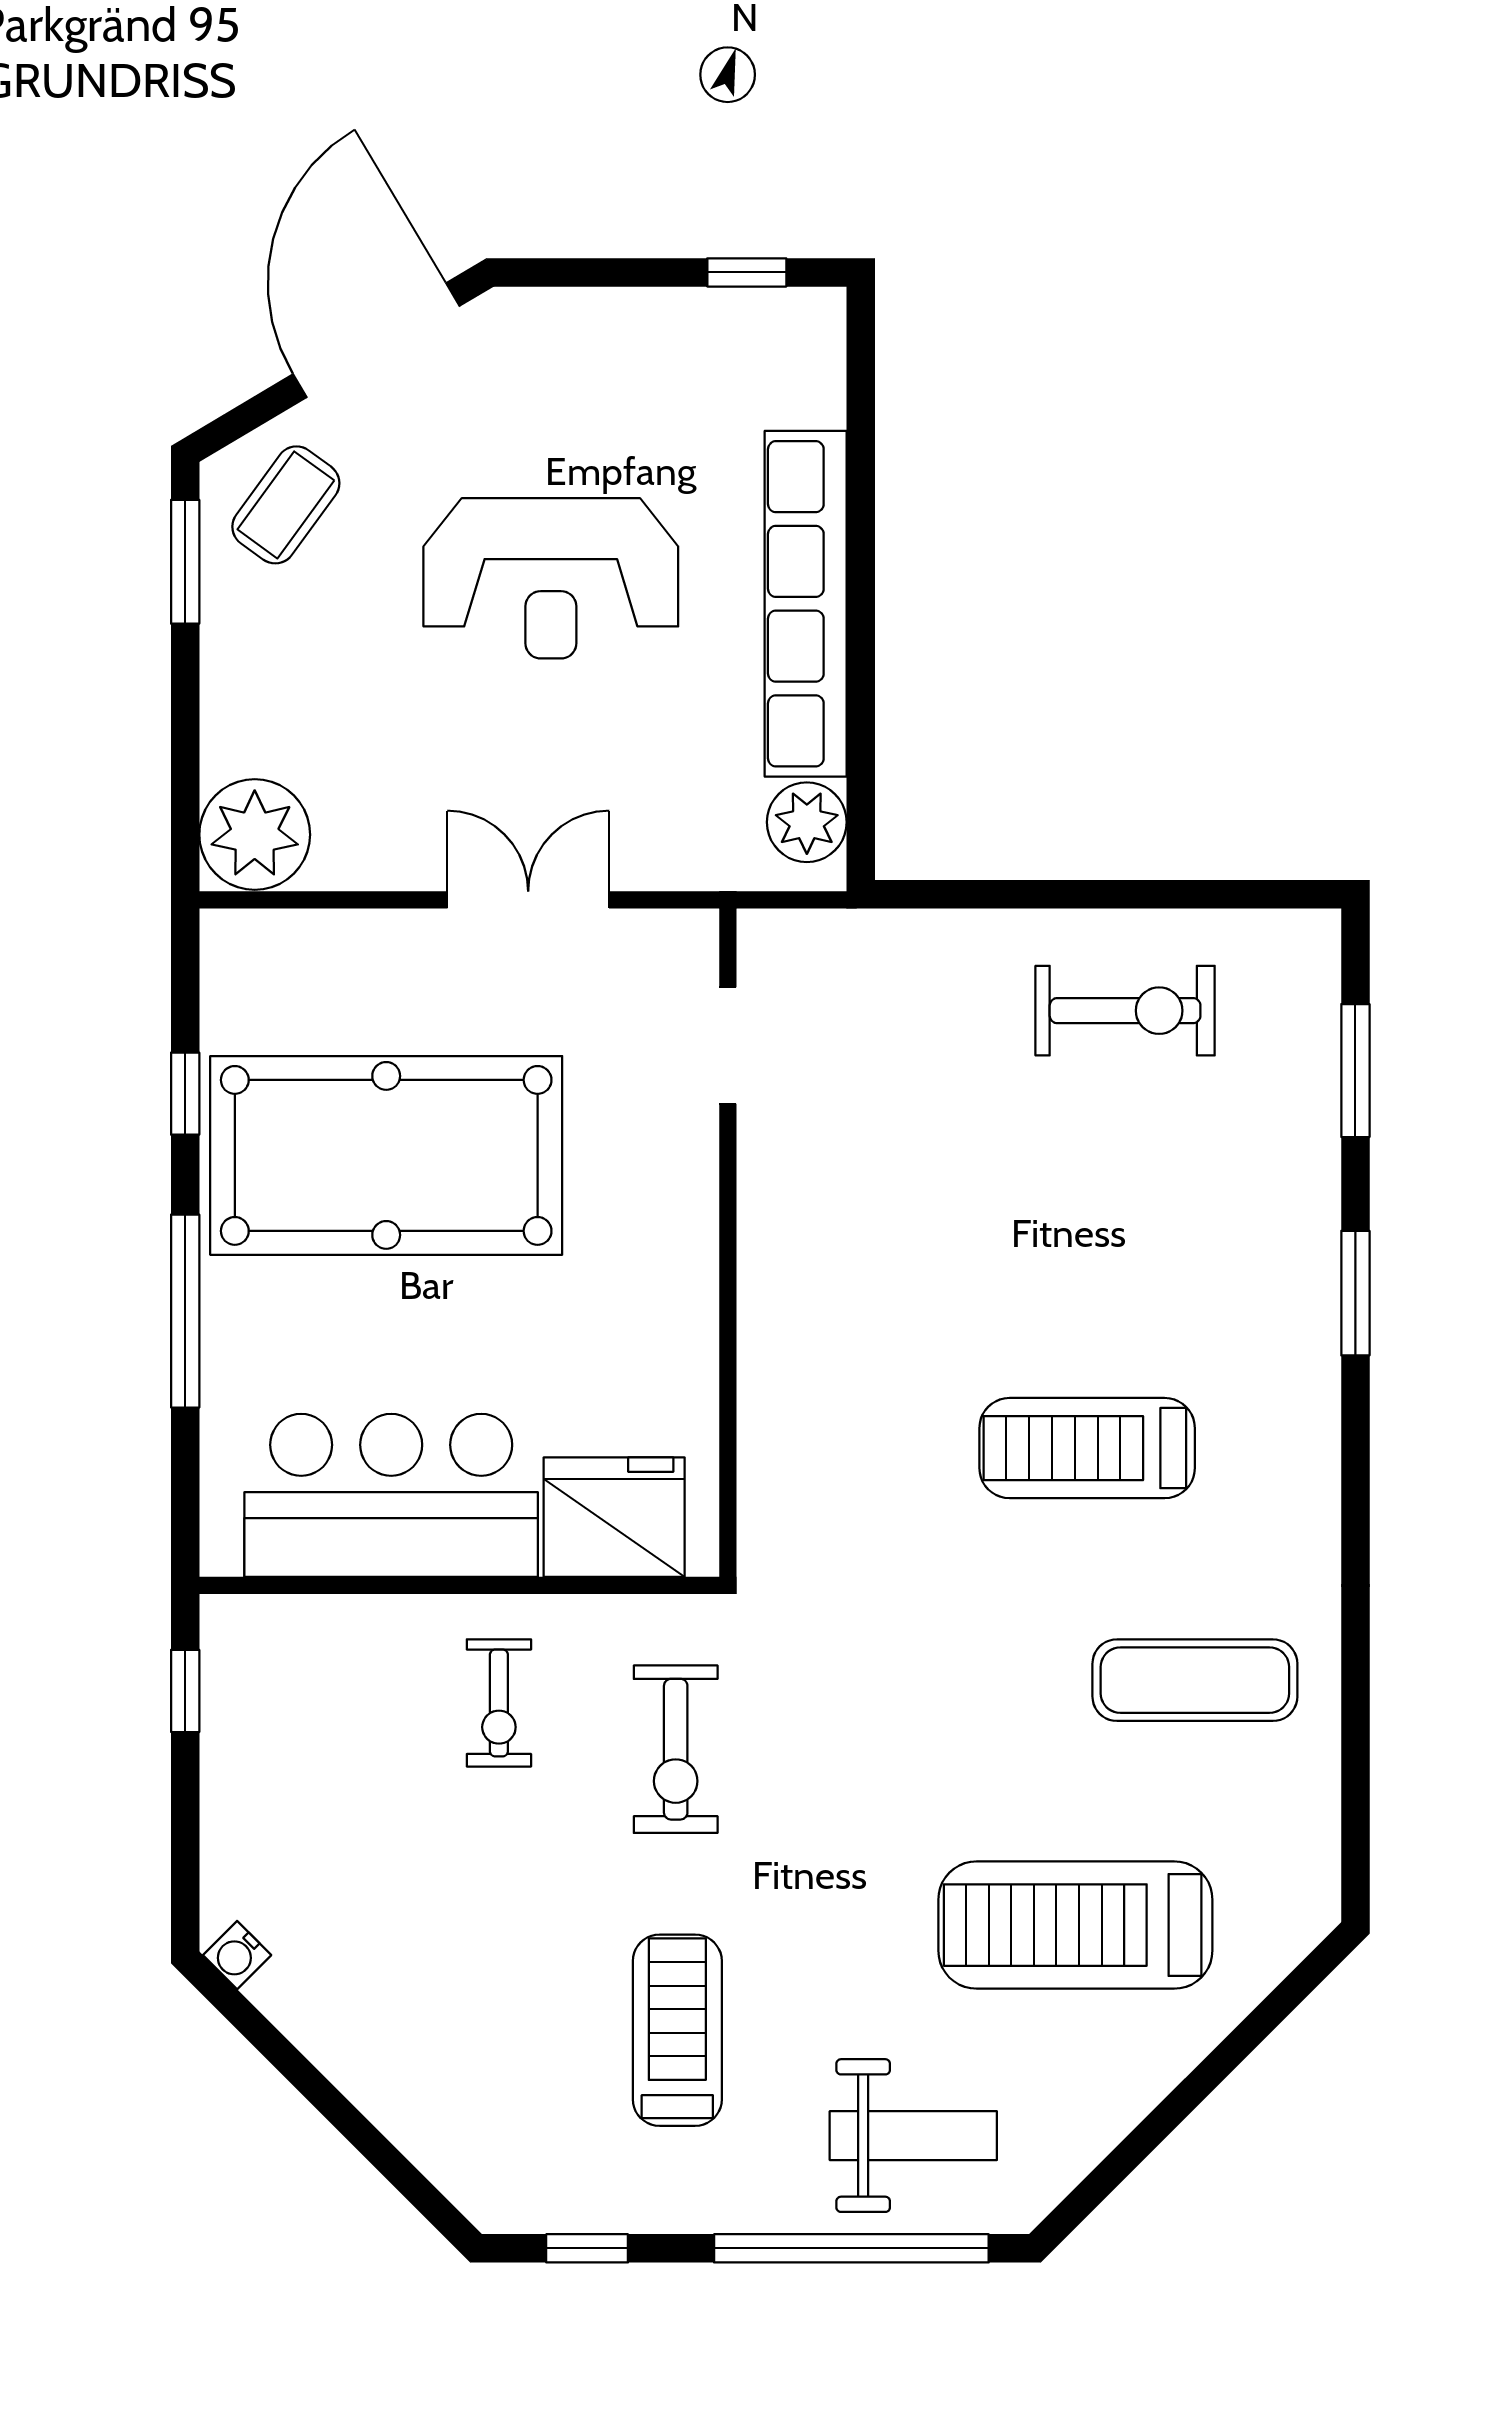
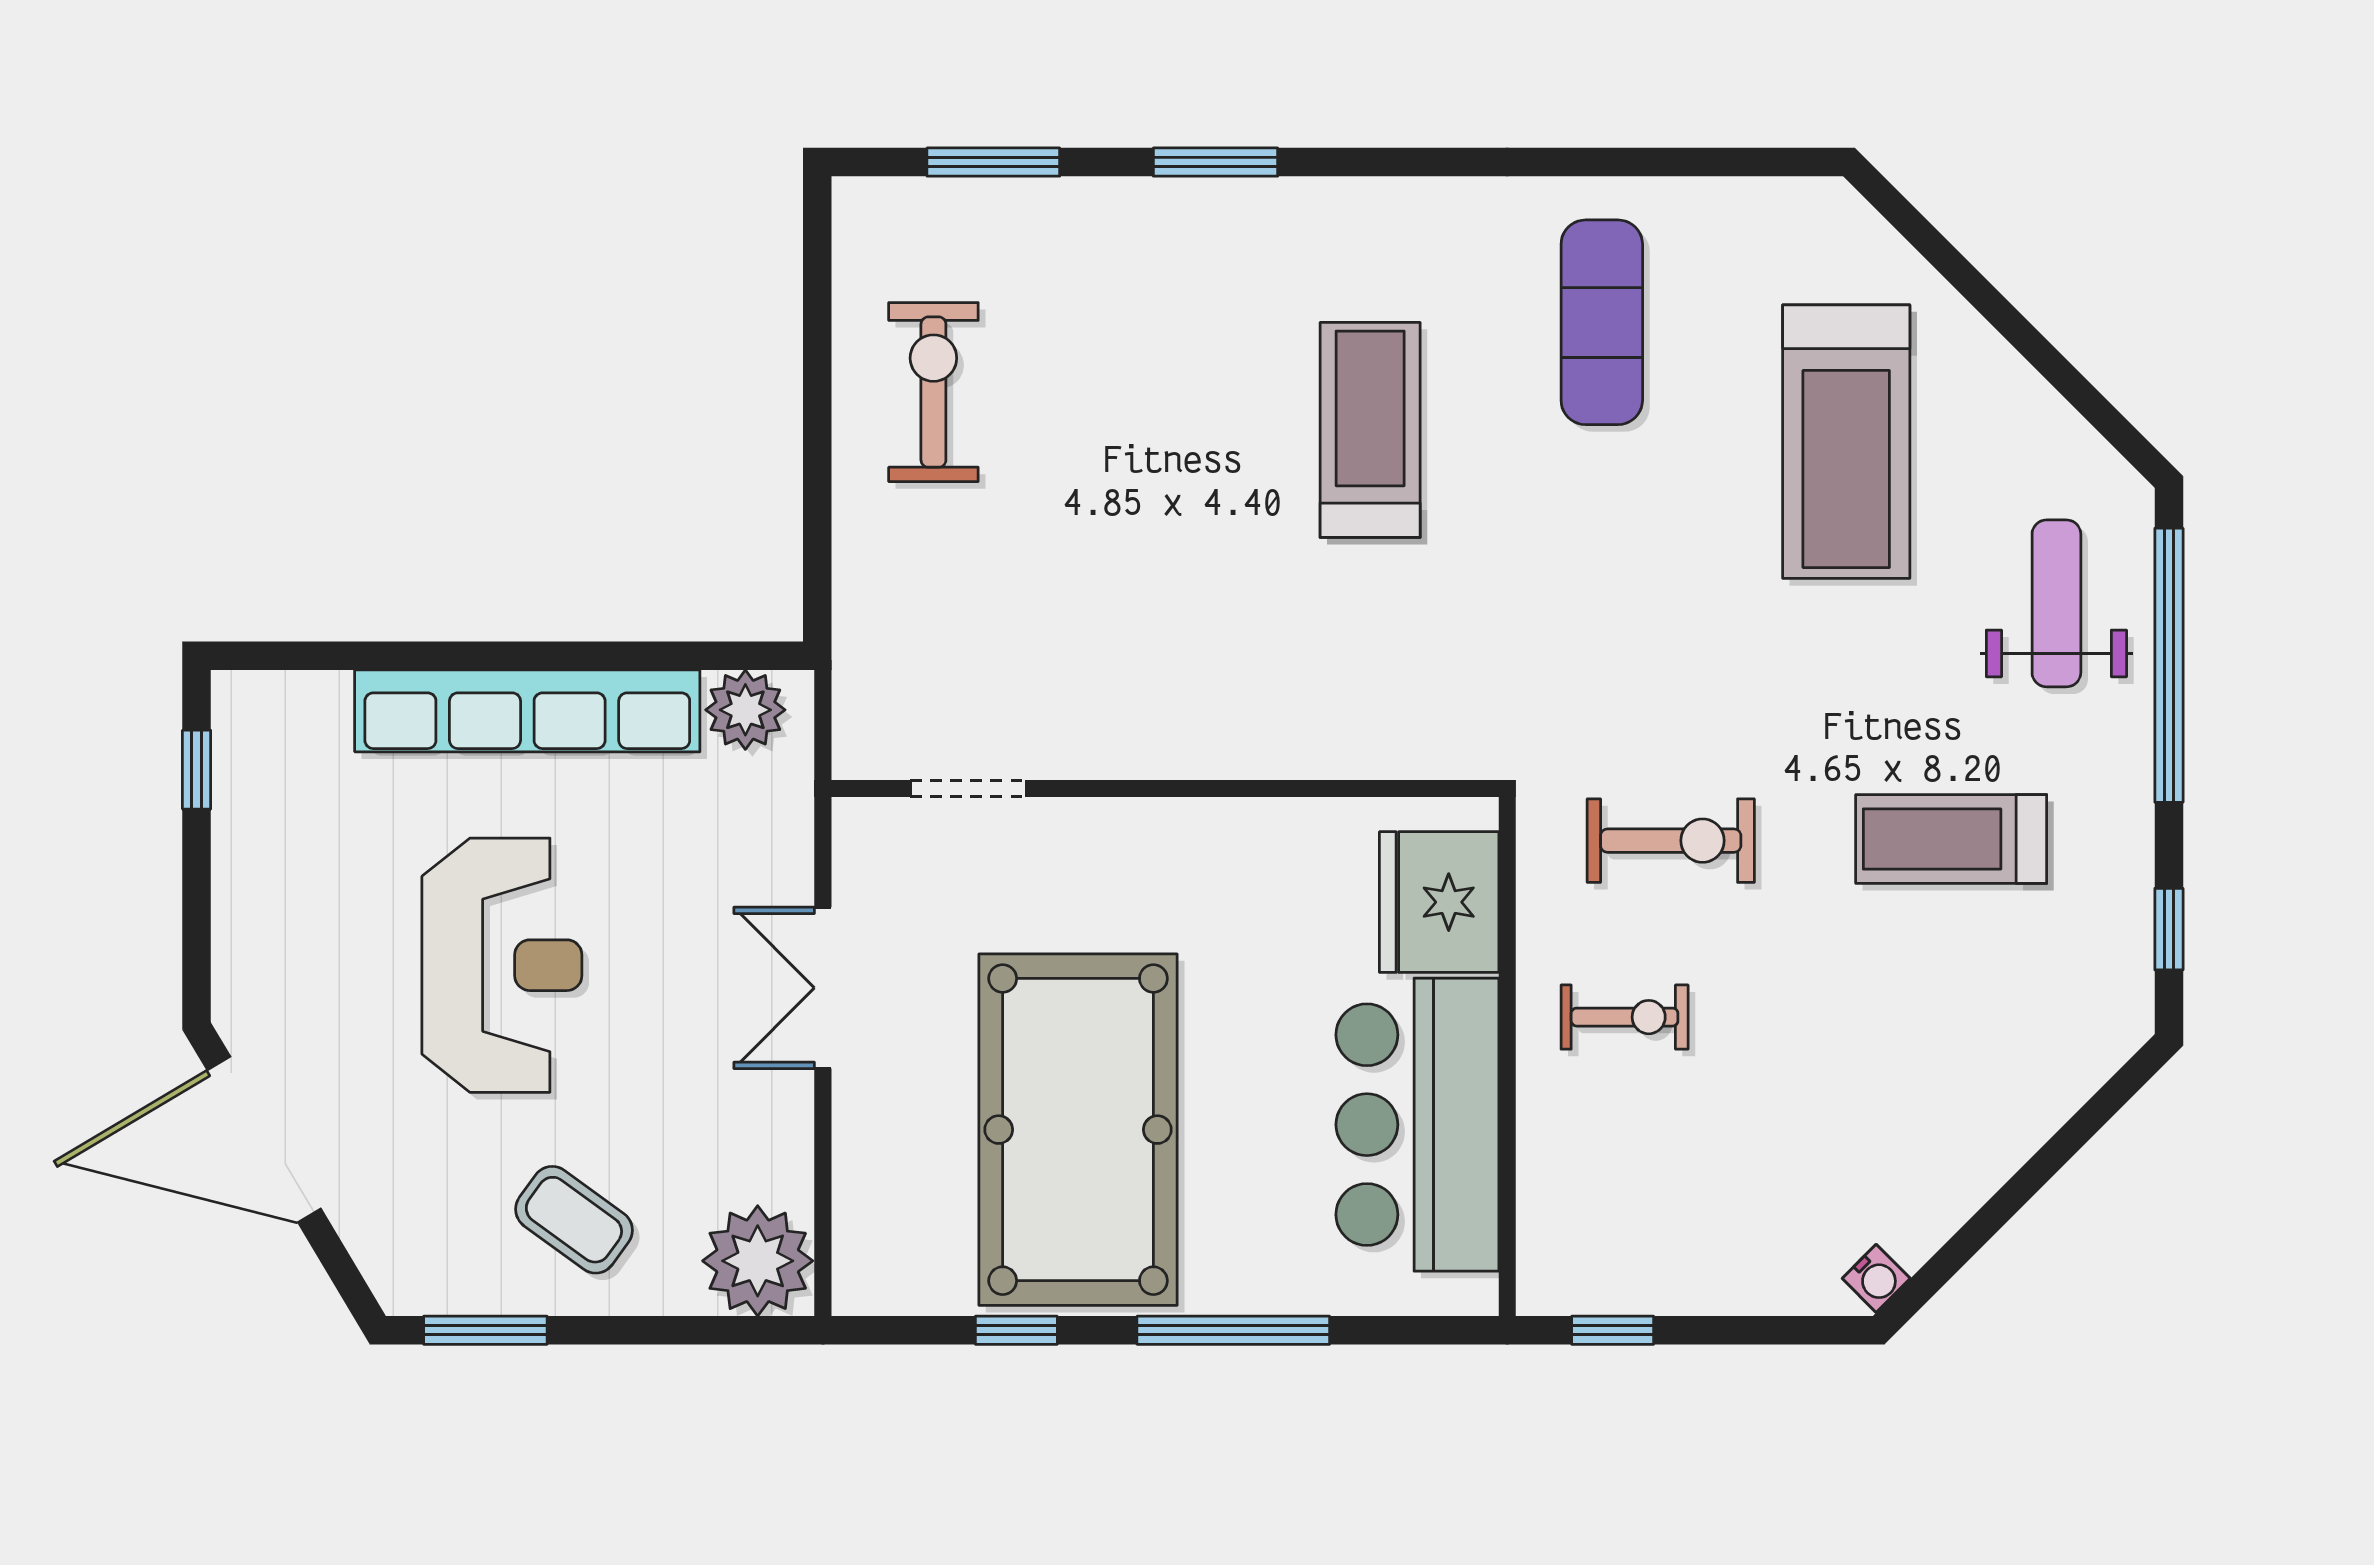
coffee table: (286, 505) -> (574, 1220), moved
treadmill: (1087, 1448) -> (1370, 430), turned 180

